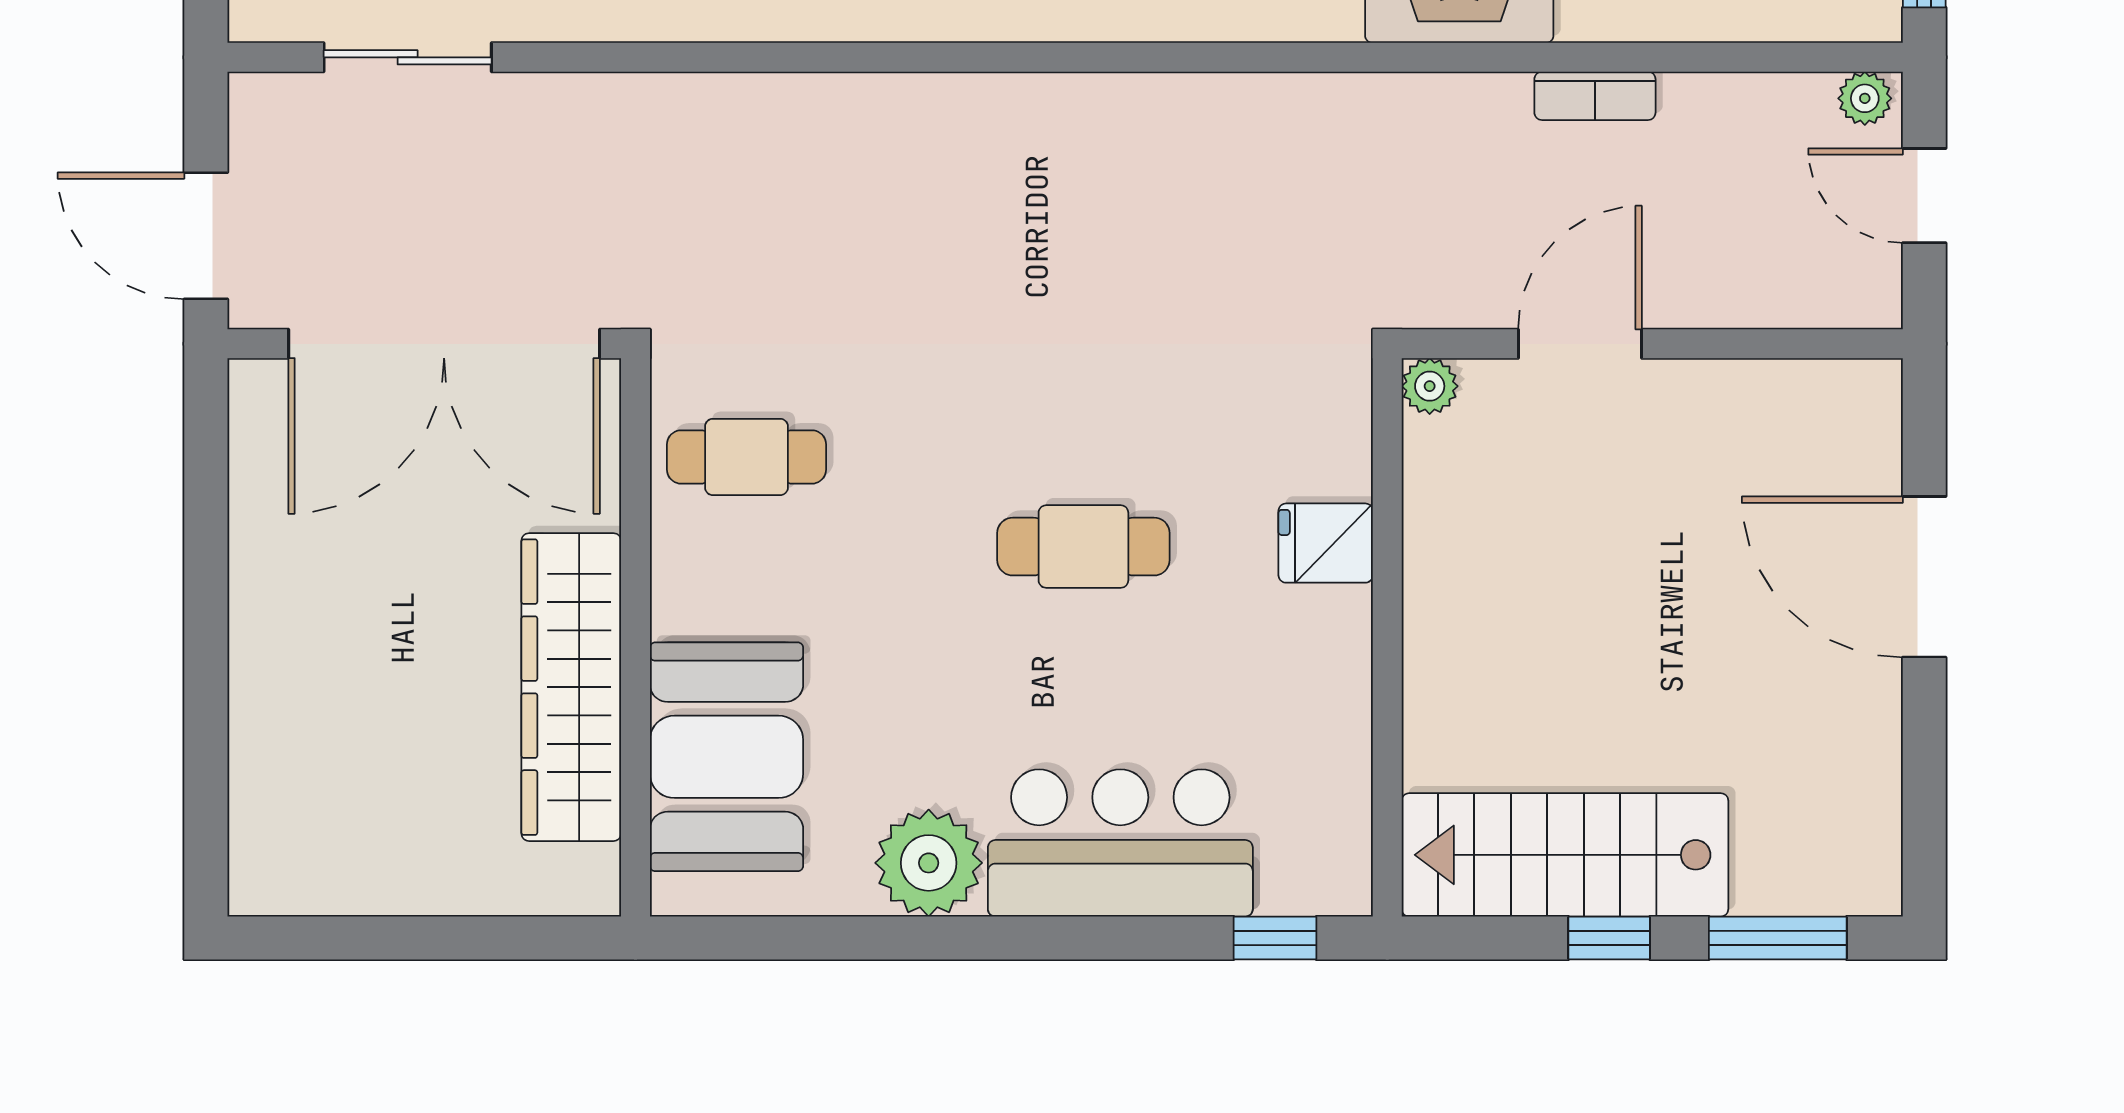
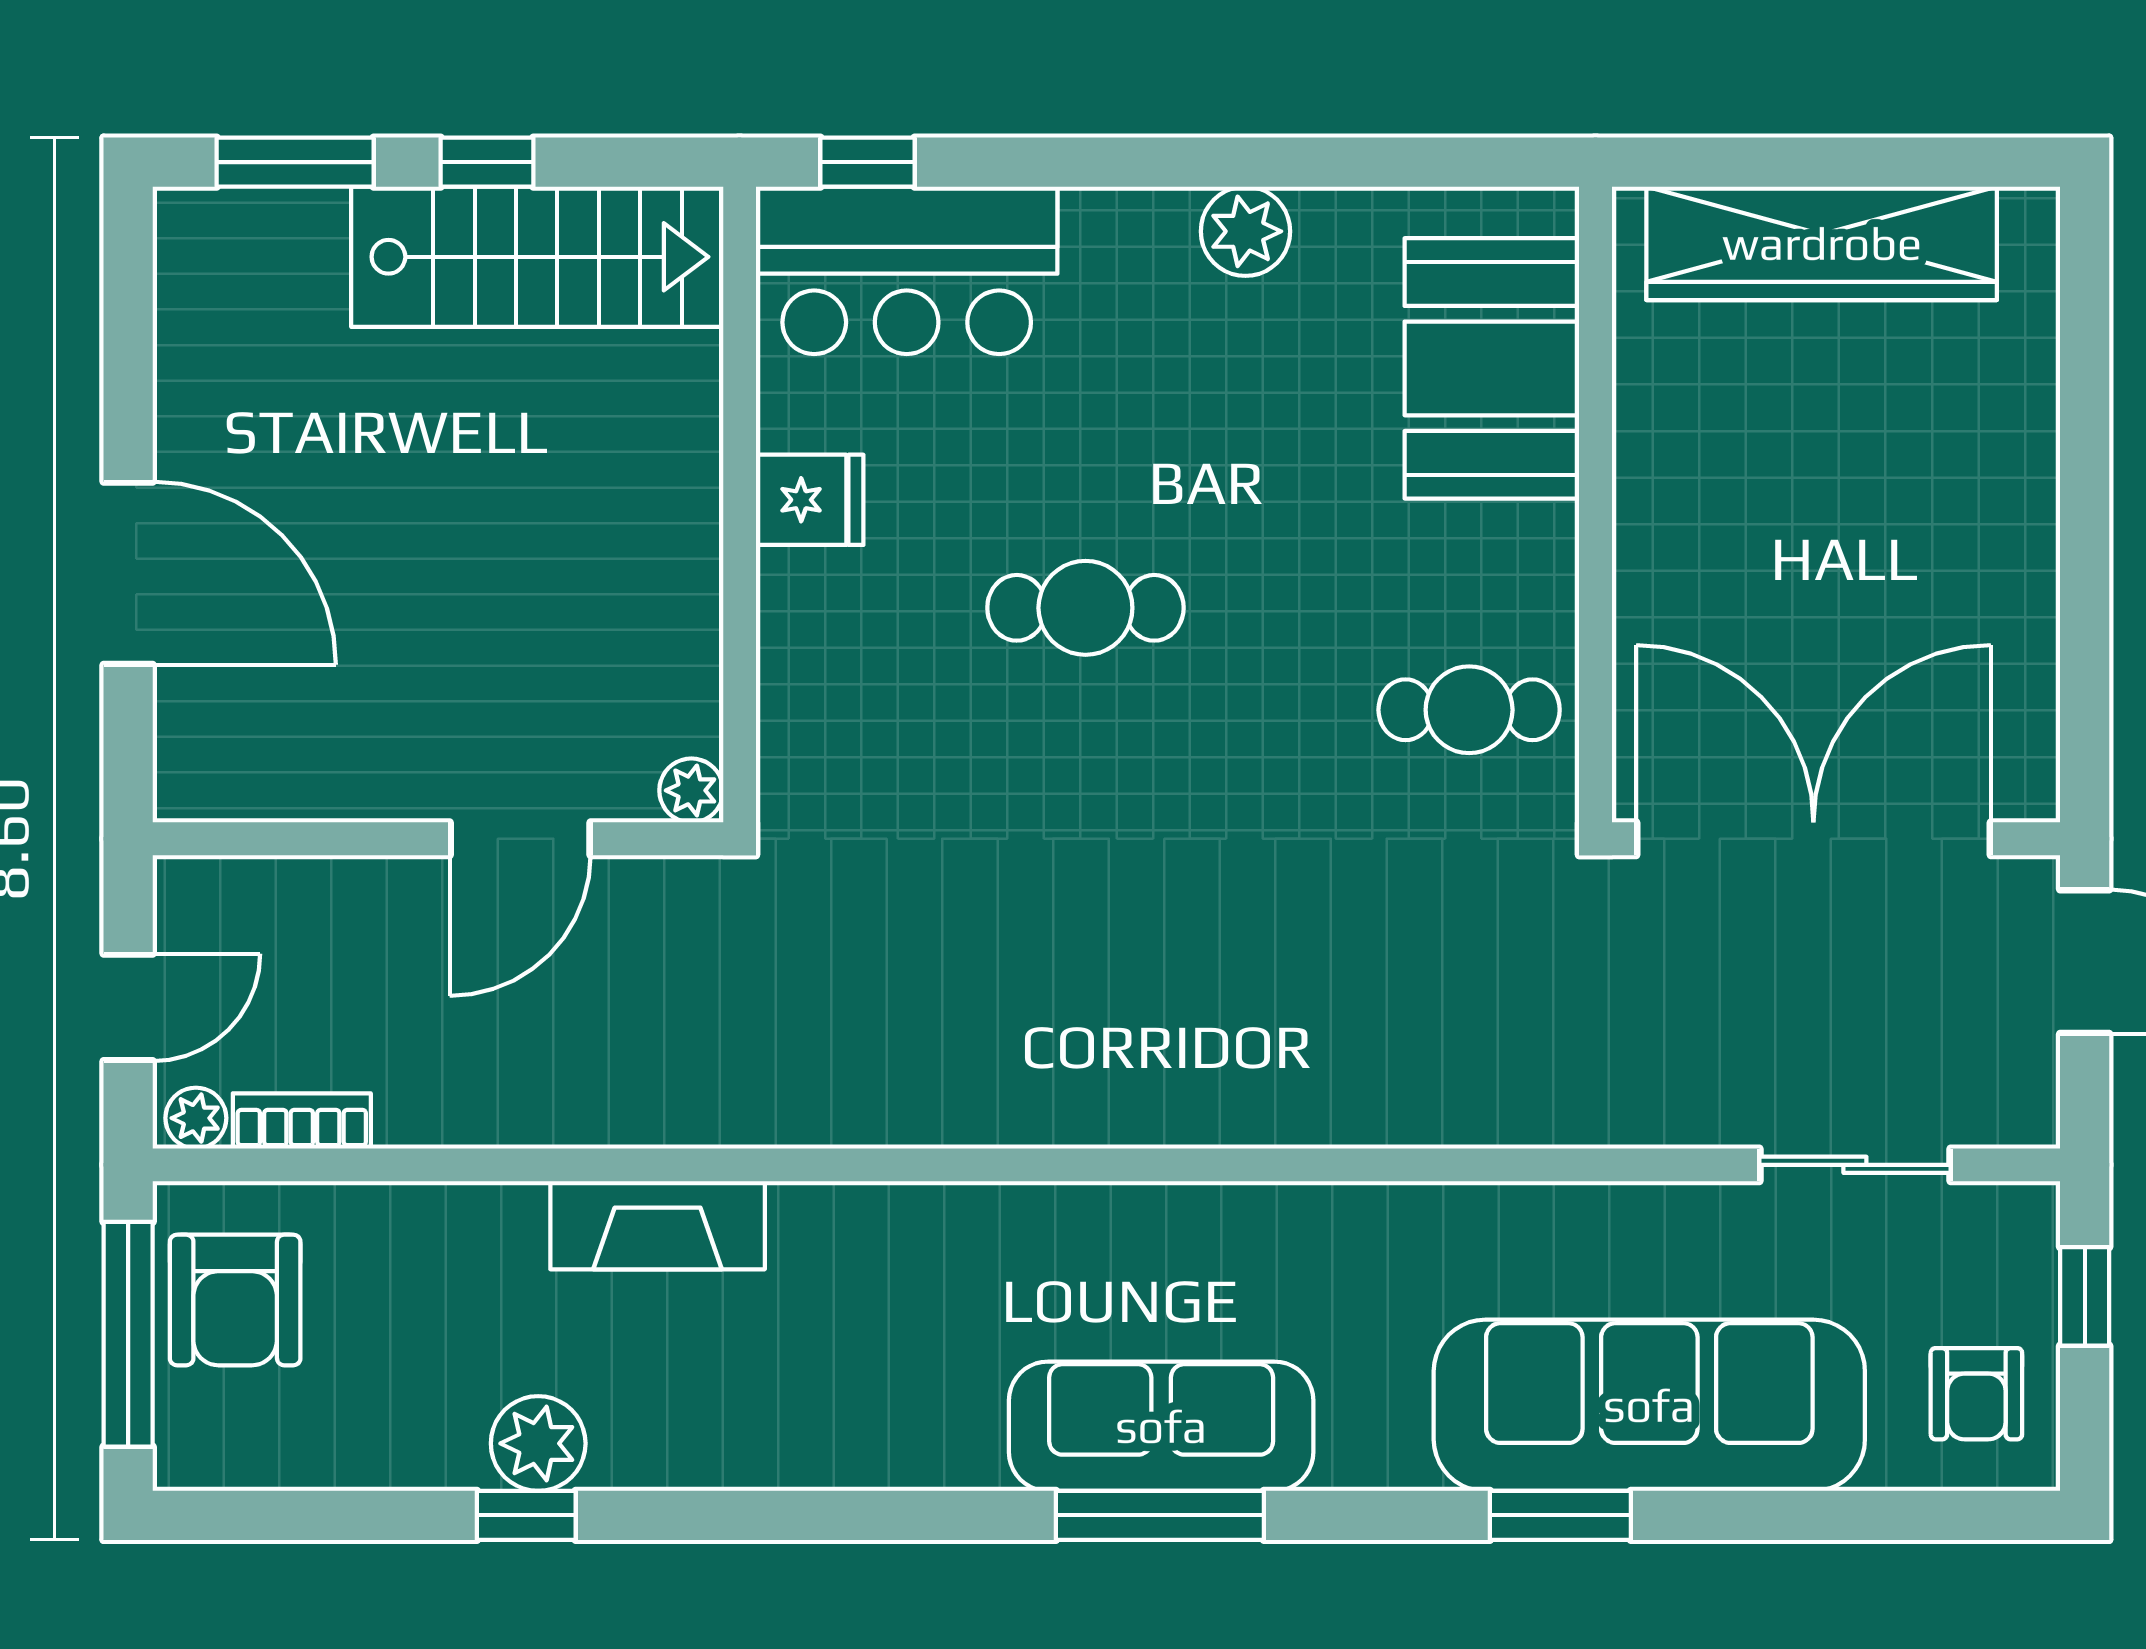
bookcase: (1595, 96) -> (302, 1121), moved
door: (1924, 196) -> (128, 1007), hinge flipped
fridge: (1326, 543) -> (810, 500), moved
wardrobe: (571, 687) -> (1822, 243), moved, turned 90
bar counter: (1120, 843) -> (907, 270), moved
plant: (929, 863) -> (1245, 231), width x0.73, depth x0.73

